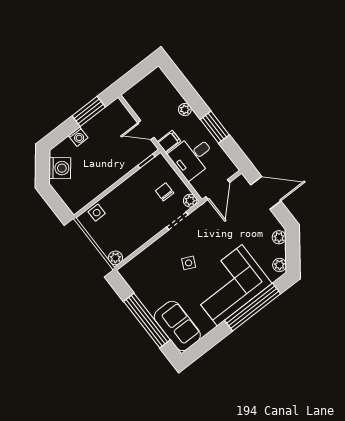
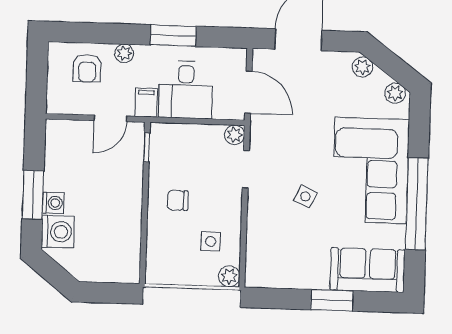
armchair: (162, 97) -> (87, 68), added
window: (89, 111) -> (33, 195), moved
washing machine: (60, 168) -> (58, 232), moved, turned 51
chair: (165, 192) -> (178, 200), moved
side table: (97, 213) -> (211, 241), moved
window: (253, 307) -> (417, 204), moved
window: (147, 321) -> (332, 300), width x0.47

